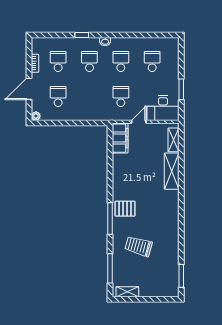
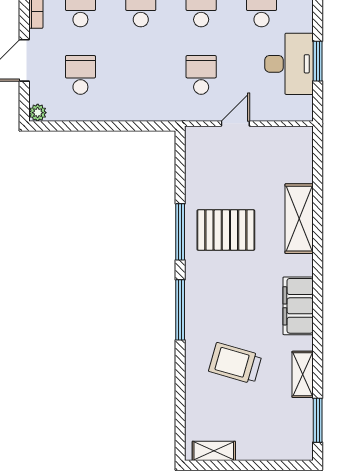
desk: (163, 108) -> (289, 64), moved, turned -90
filing cabinet: (120, 138) -> (298, 306), moved, turned 180
shelving: (174, 140) -> (303, 374), moved
pallet: (125, 209) -> (226, 230), moved, width x1.50, depth x1.42
window: (110, 268) -> (180, 232), moved

